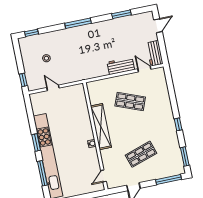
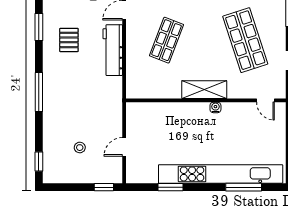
pallet: (117, 36) -> (69, 40), added
workbench: (121, 66) -> (113, 50), width x1.37
shelving: (101, 127) -> (204, 90), width x0.68
window: (36, 143) -> (171, 187), moved
shop shelf: (141, 154) -> (245, 40), width x1.43, depth x1.36

